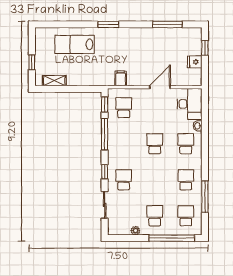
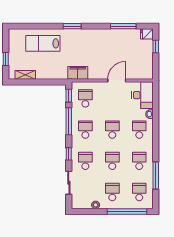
fridge: (195, 62) -> (147, 34), moved
filing cabinet: (121, 78) -> (78, 73), width x2.00
school desk: (124, 144) -> (85, 130), added
school desk: (155, 180) -> (112, 161), added

